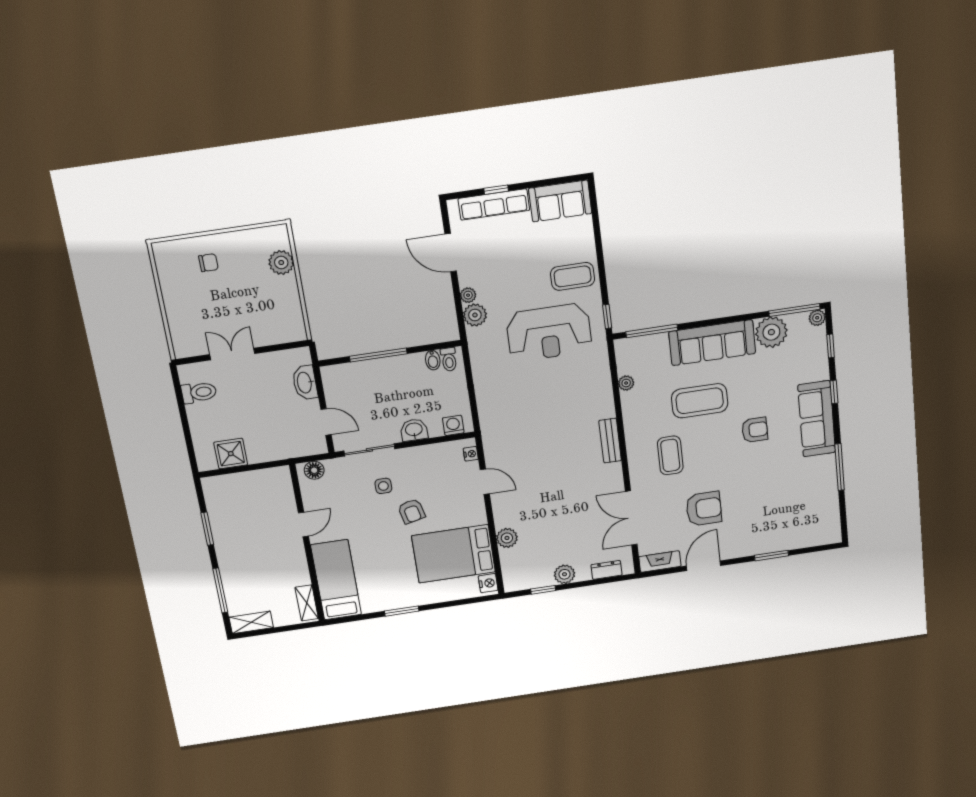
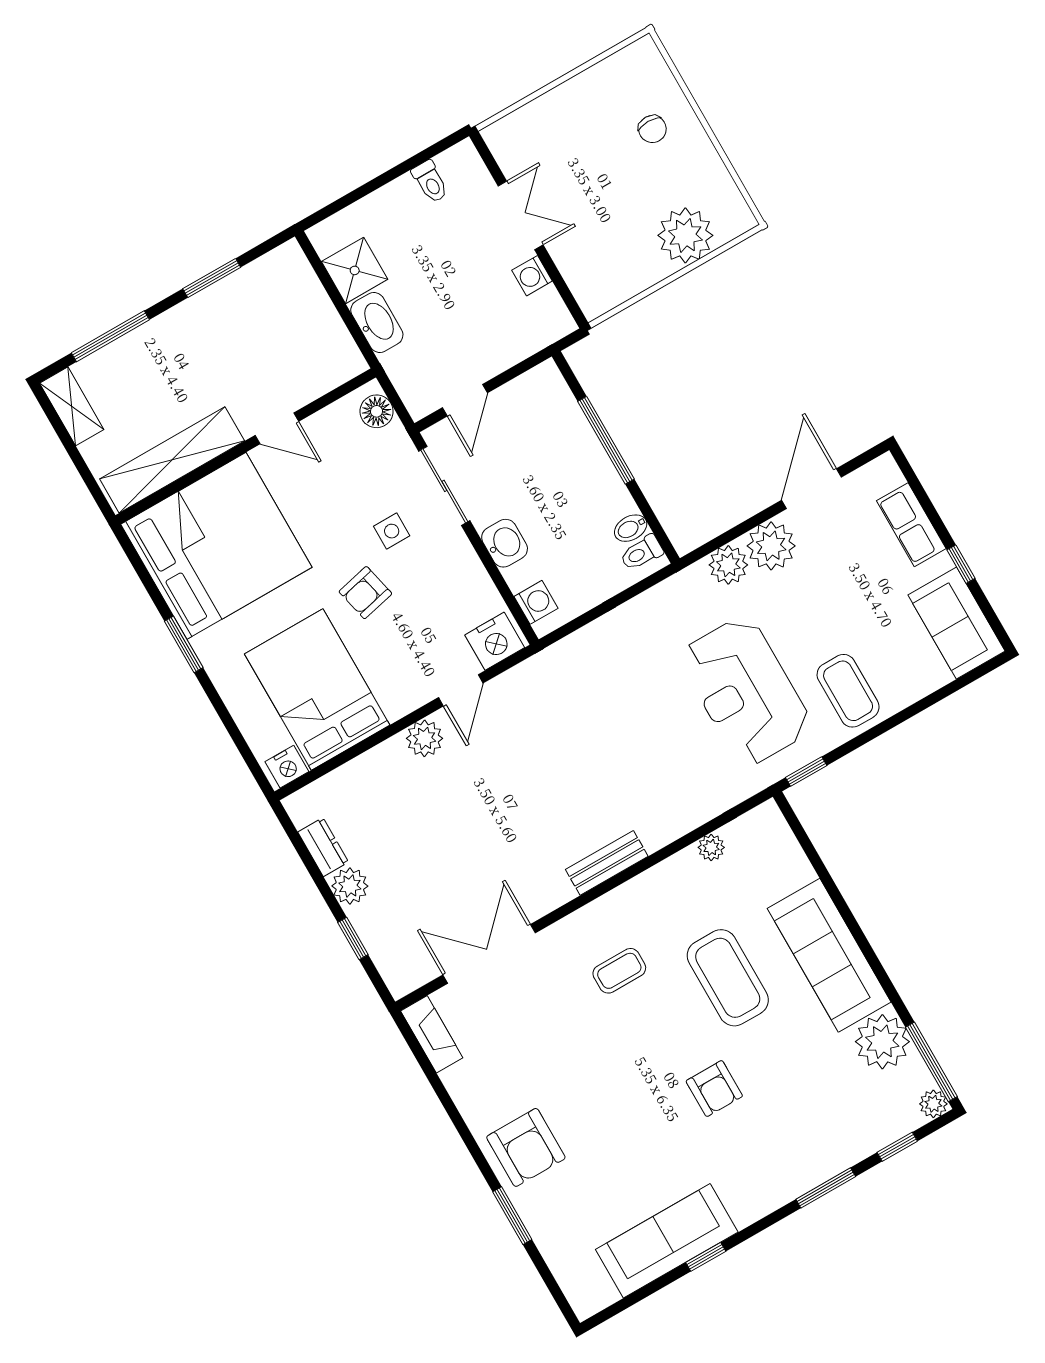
window: (496, 190) -> (961, 564), moved
row of seats: (494, 204) -> (911, 525), width x0.68
plant: (281, 263) -> (685, 235), width x1.36, depth x1.36
plant: (468, 295) -> (771, 546), width x1.88, depth x1.88
window: (652, 331) -> (810, 851), removed
washing machine: (269, 360) -> (532, 276), added
washbasin: (305, 383) -> (377, 322), moved, turned 90
toilet: (199, 392) -> (430, 182), width x0.73, depth x0.72
window: (834, 392) -> (826, 1188), width x1.50
sofa: (817, 419) -> (667, 1241), moved
nightstand: (471, 454) -> (495, 641), width x1.89, depth x1.79
coffee table: (670, 455) -> (619, 971), width x0.73, depth x0.77
window: (840, 467) -> (706, 1257), width x0.46
armchair: (704, 509) -> (526, 1147), moved
plant: (507, 538) -> (425, 738), moved
door: (704, 566) -> (452, 1110), removed
dresser: (606, 570) -> (323, 847), moved
bed: (336, 580) -> (216, 546), width x2.04
window: (543, 590) -> (353, 938), moved
shelving: (307, 603) -> (172, 460), width x2.20, depth x1.33

